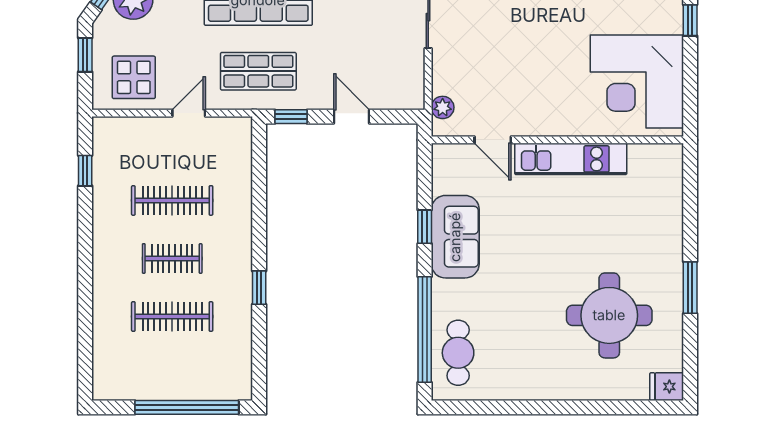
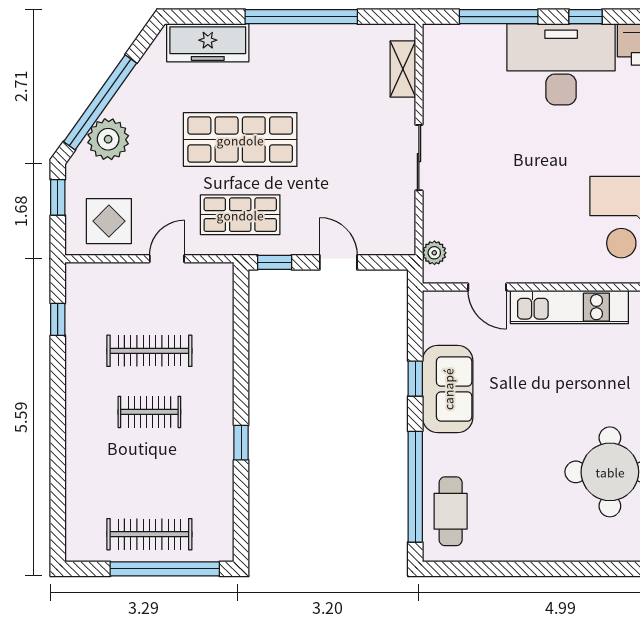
clothes rail: (172, 317) -> (149, 534), moved

